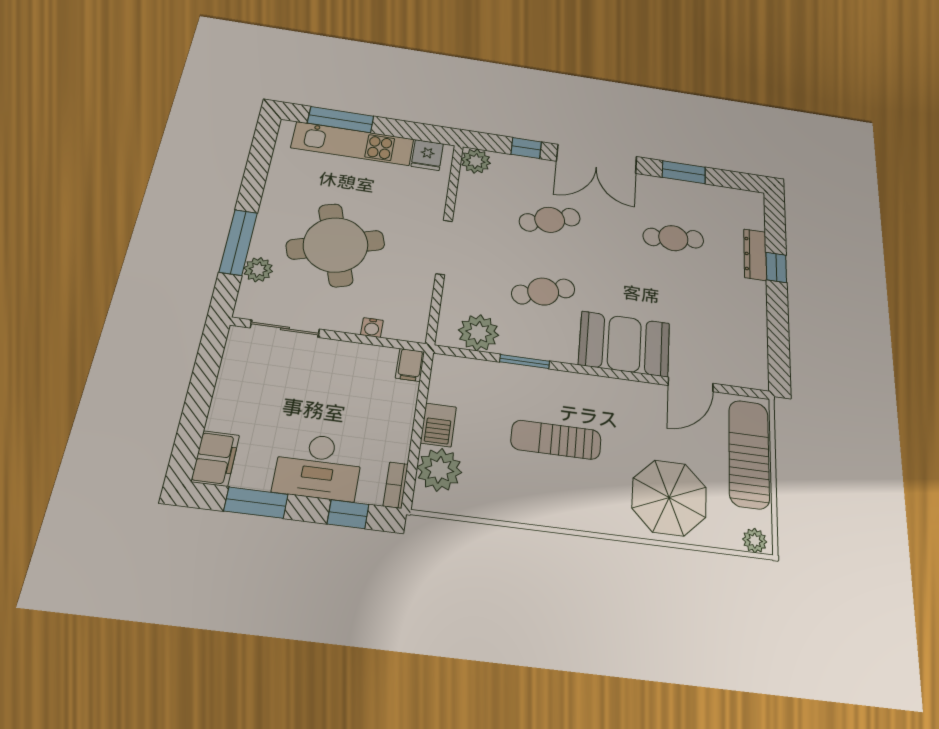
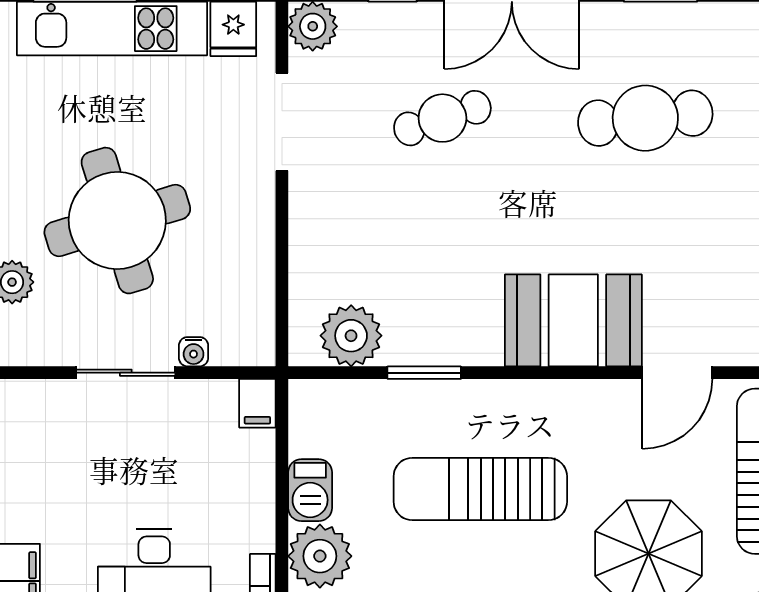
cafe table: (673, 238) -> (645, 118), width x1.37, depth x1.35
doorway: (444, 247) -> (282, 122), moved
cafe table: (543, 291) -> (442, 250), removed
sliding door: (285, 329) -> (126, 373), moved
sun lounger: (556, 440) -> (480, 489), width x1.36, depth x1.34

